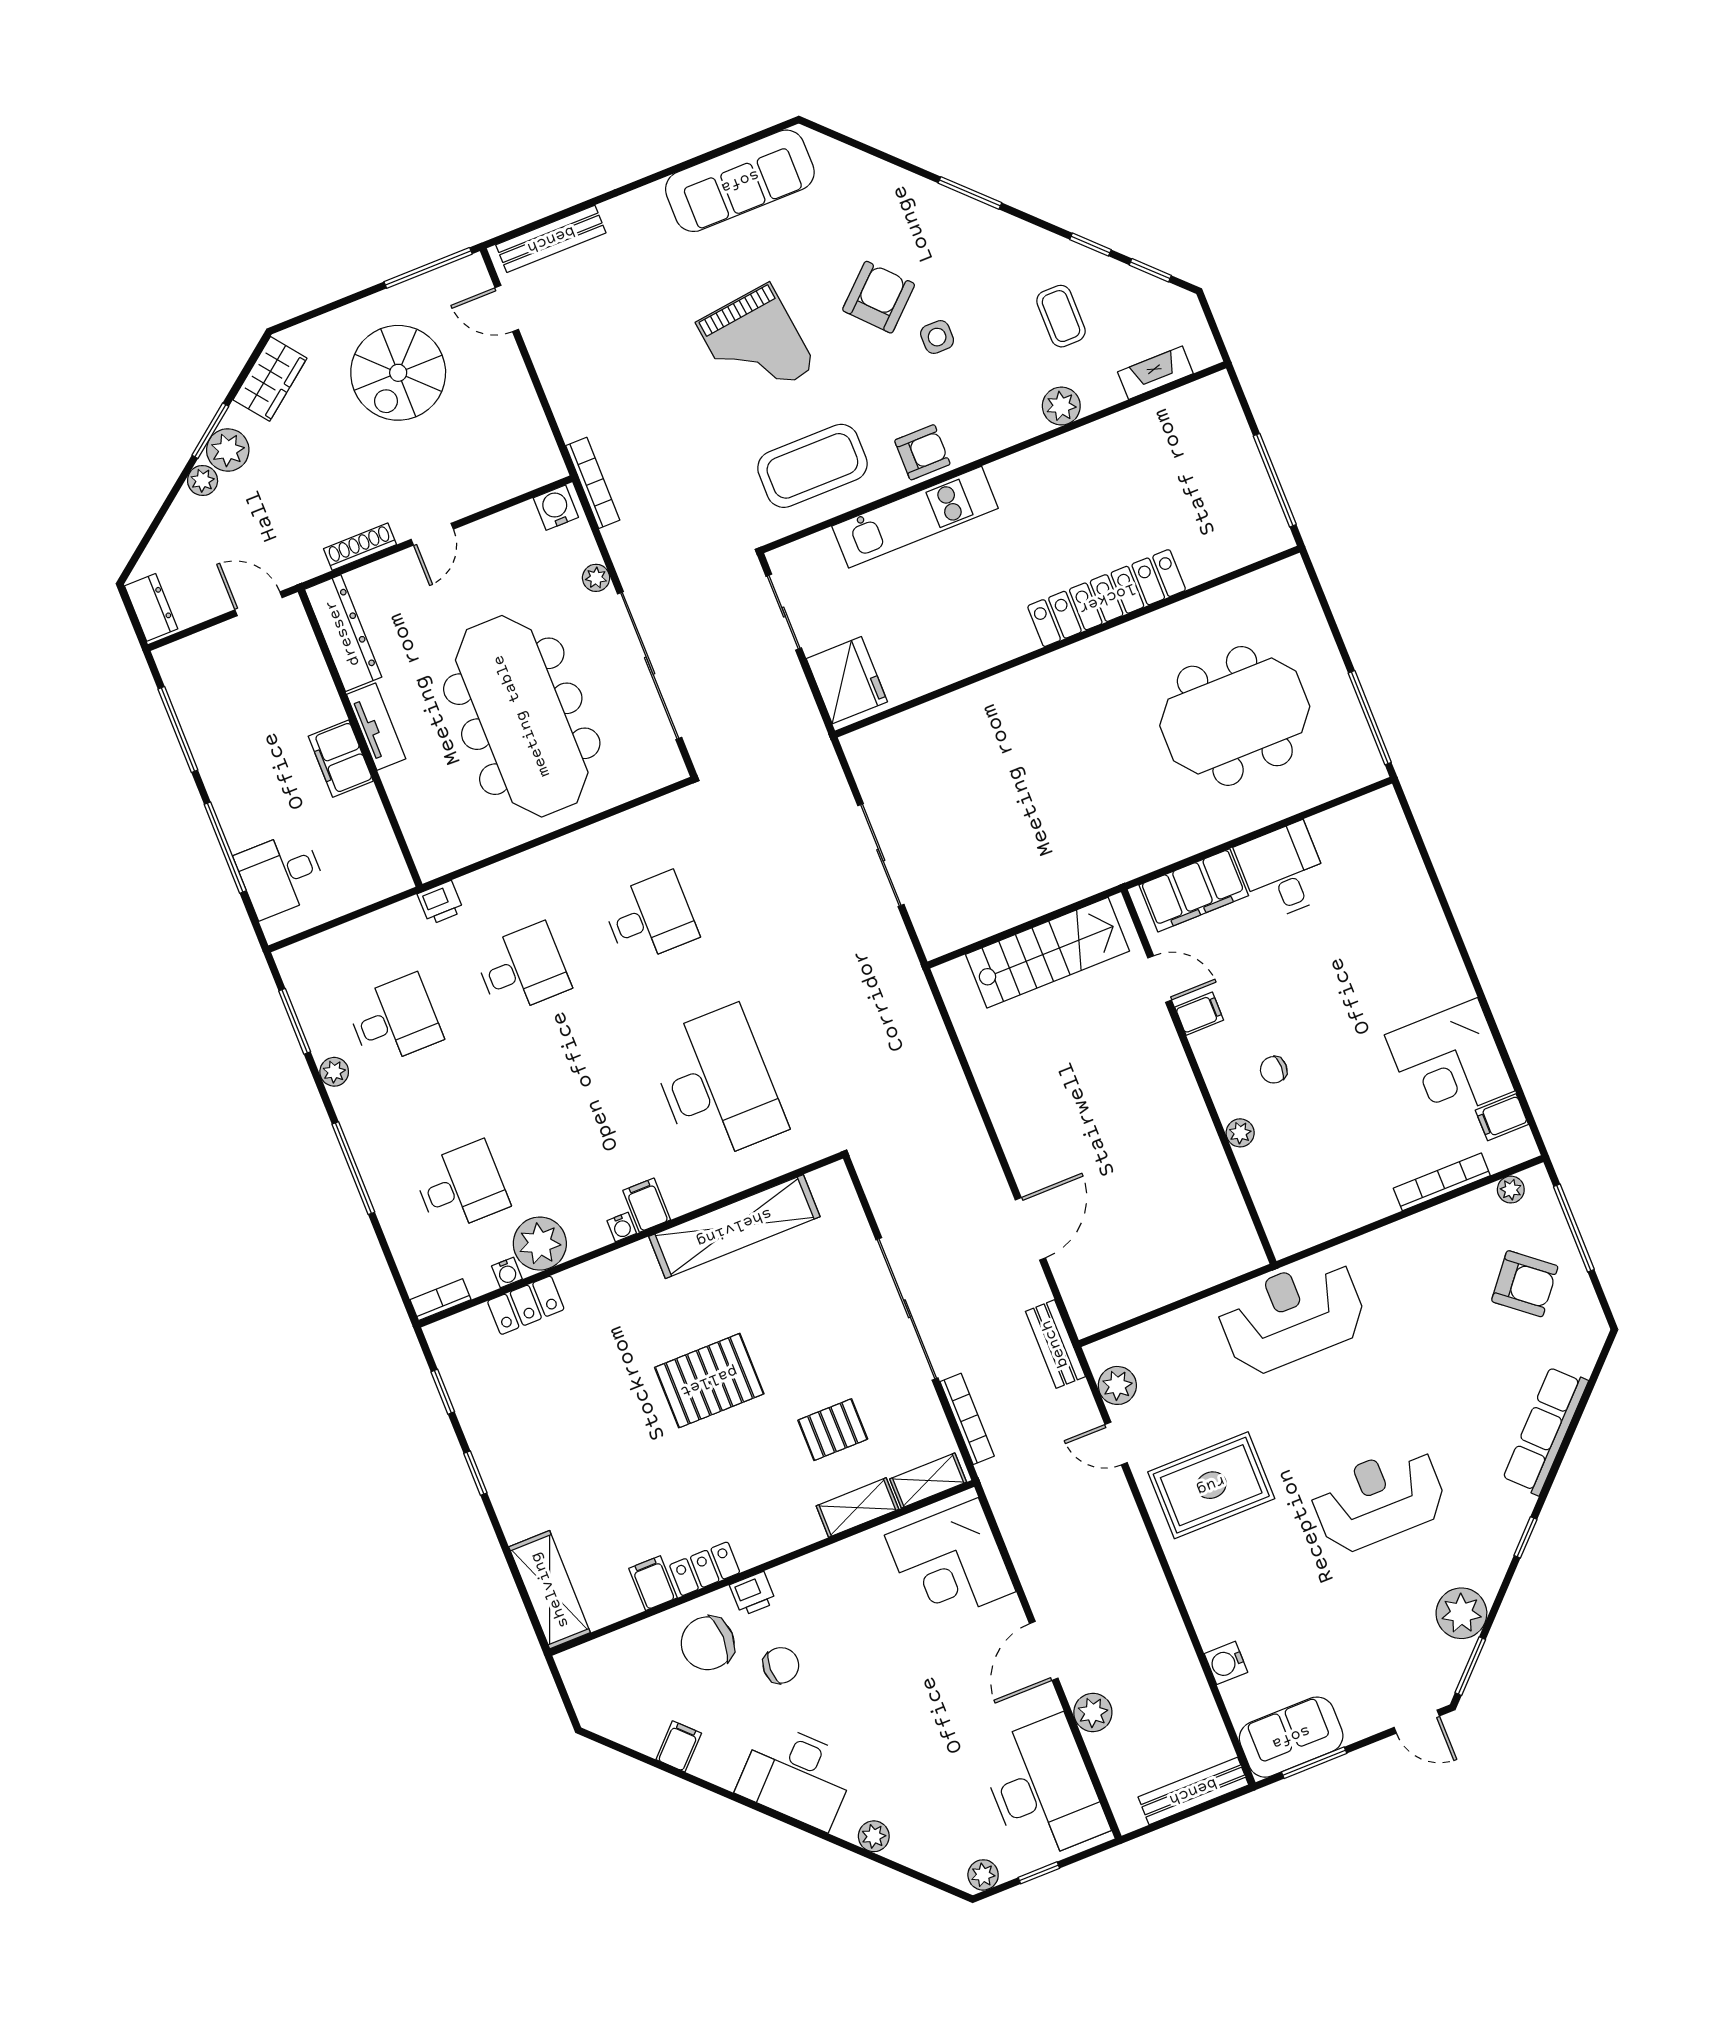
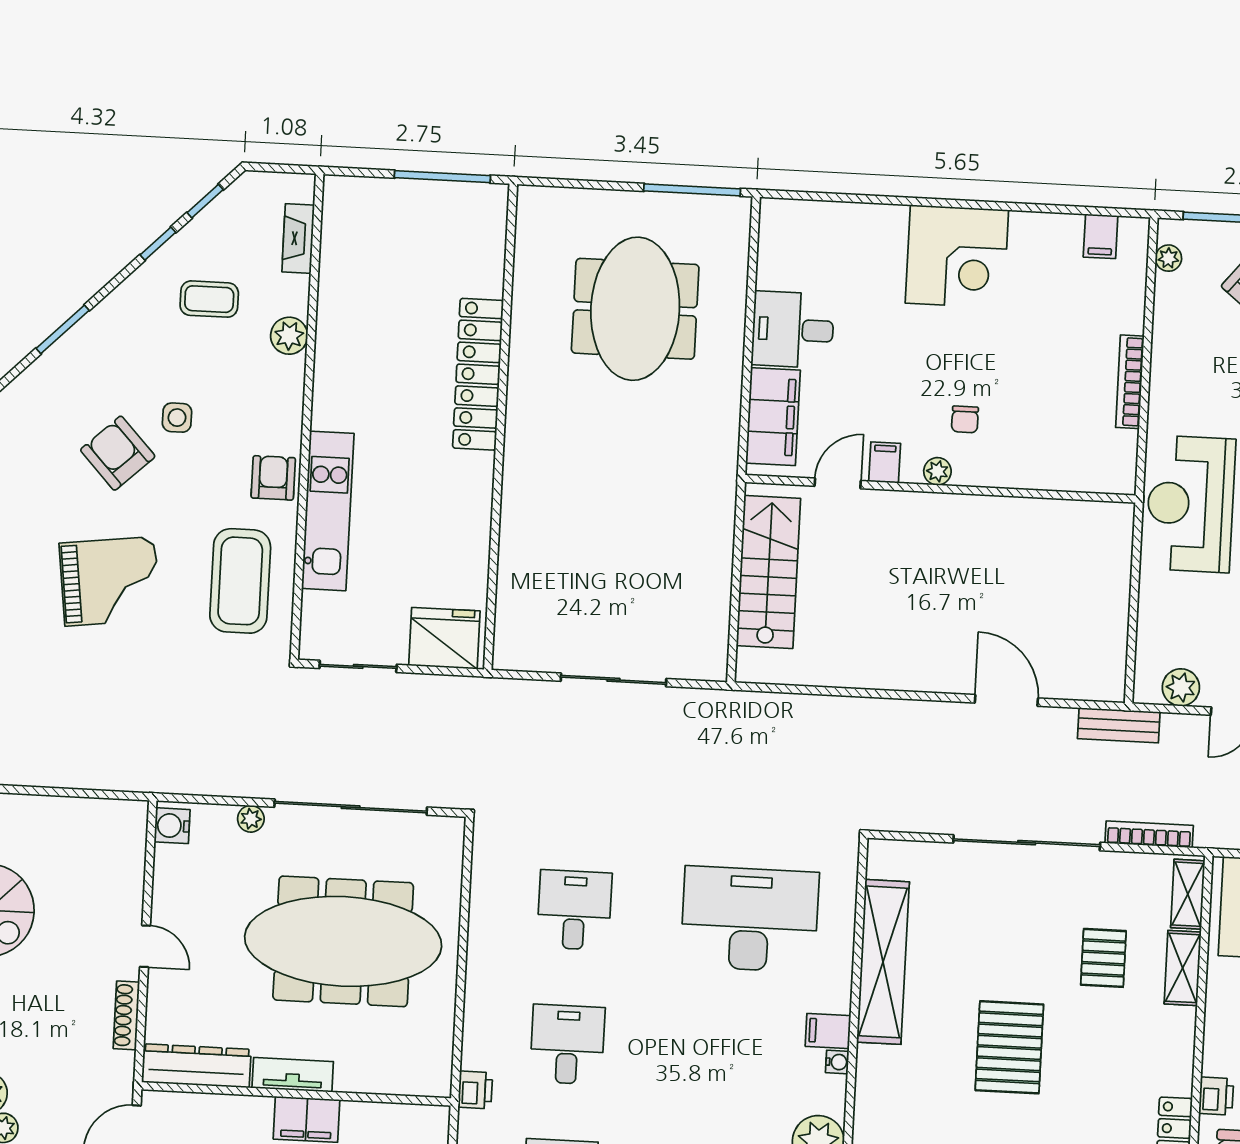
bookcase: (593, 483) -> (165, 783), removed
corner desk: (1450, 1063) -> (957, 257), moved
plant: (1240, 1133) -> (937, 471), moved
bookcase: (1442, 1182) -> (1130, 382), moved

